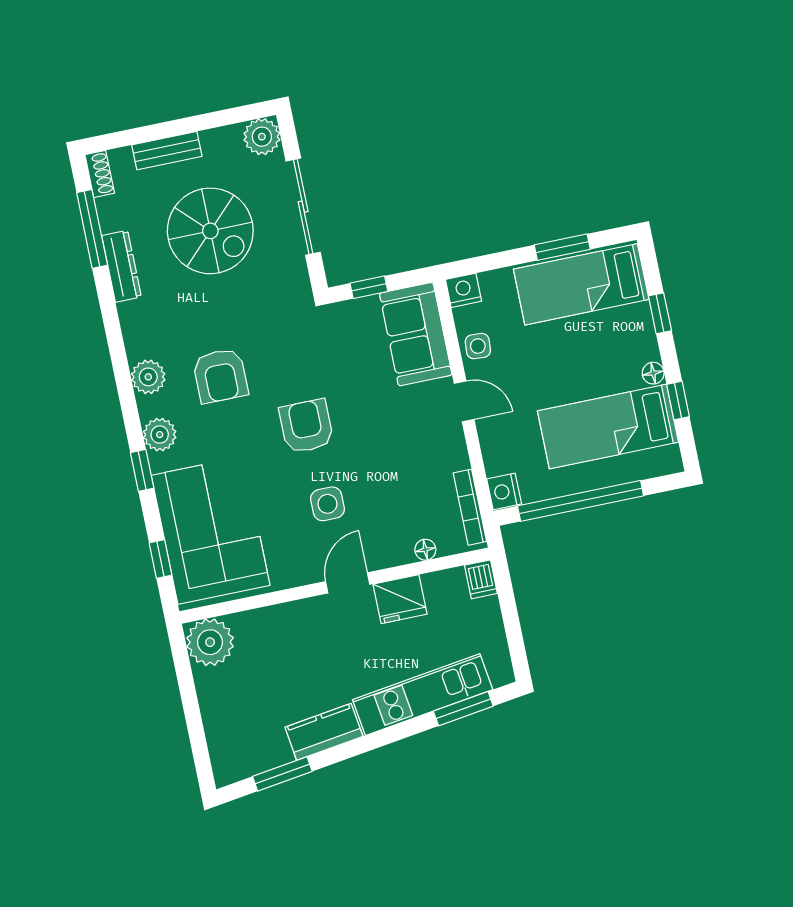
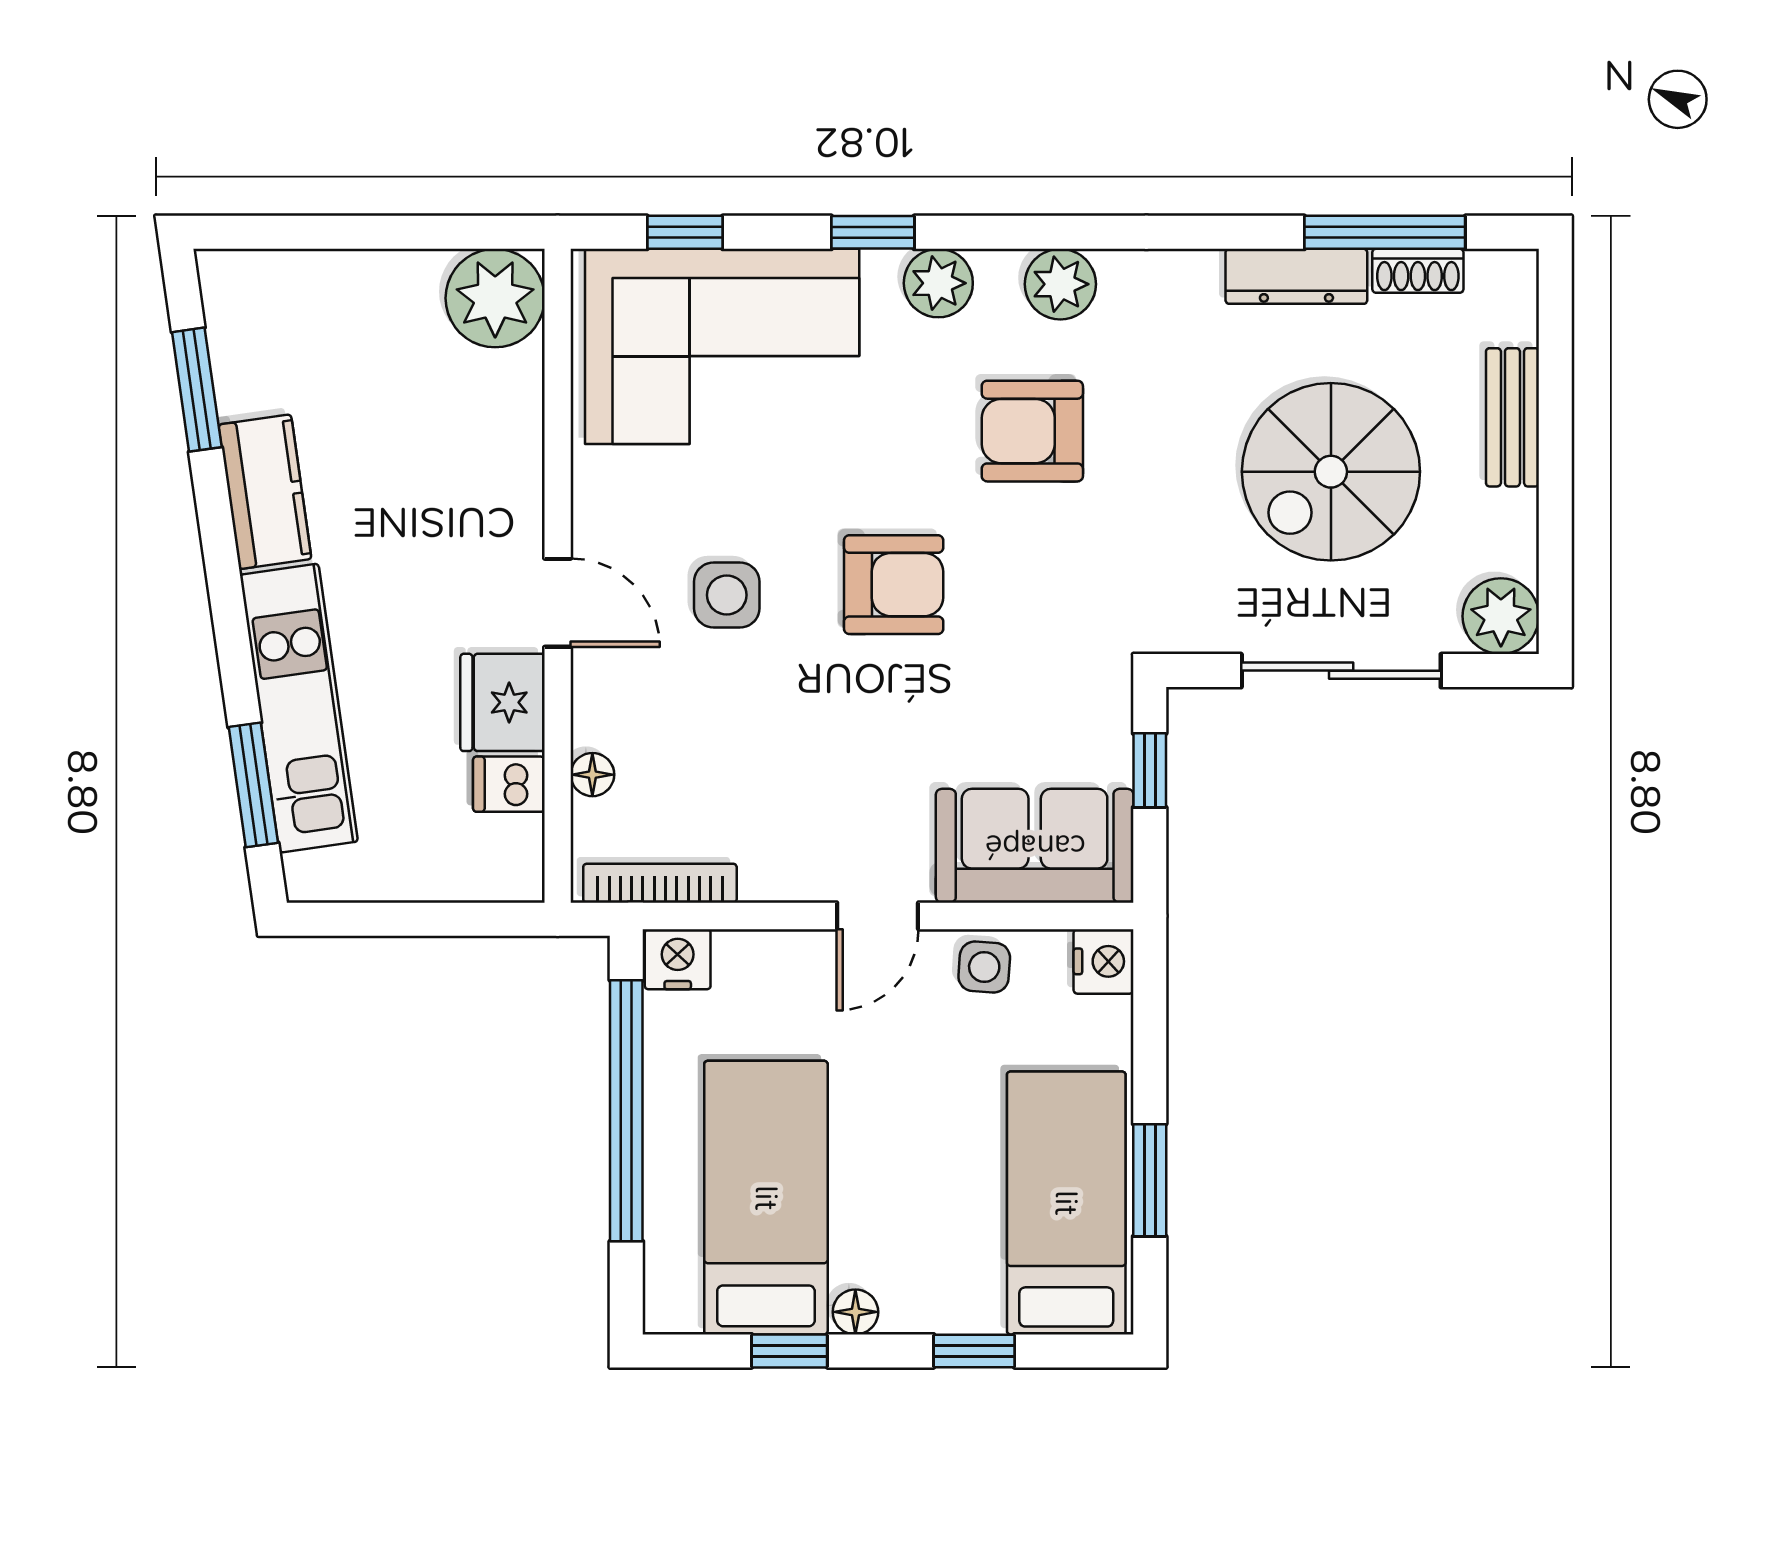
shoe rack: (100, 174) -> (1418, 271), moved
dishwasher: (481, 579) -> (509, 784), moved

